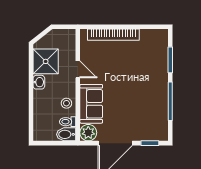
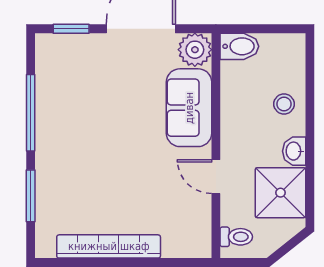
bookcase: (113, 35) -> (109, 246), moved
stool: (66, 103) -> (284, 104), moved
toilet: (68, 122) -> (236, 237), moved

